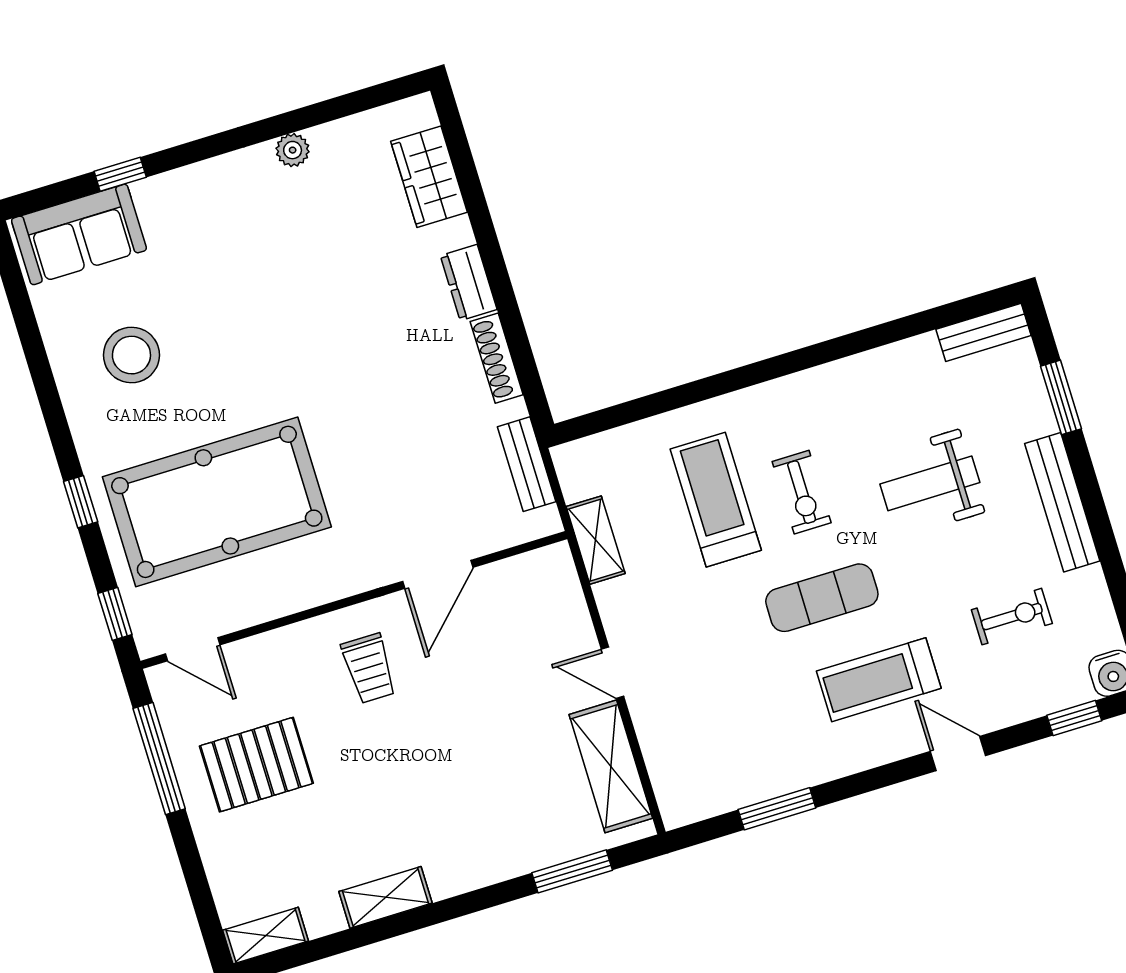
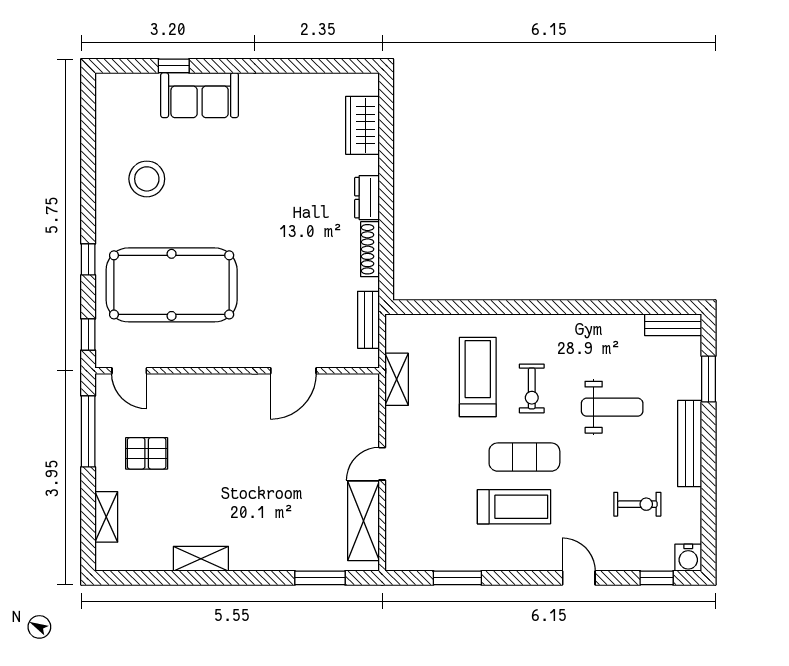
plant: (293, 150) -> (284, 83), removed
sofa: (79, 234) -> (200, 95), moved
weight bench: (930, 483) -> (612, 407), turned 180
trolley: (369, 668) -> (234, 415), removed
door: (613, 673) -> (382, 464), hinge flipped
treadmill: (879, 680) -> (514, 507), moved, turned 180
pallet: (256, 765) -> (147, 453), width x0.67, depth x0.71
shelving: (266, 936) -> (106, 517), moved, turned 90

